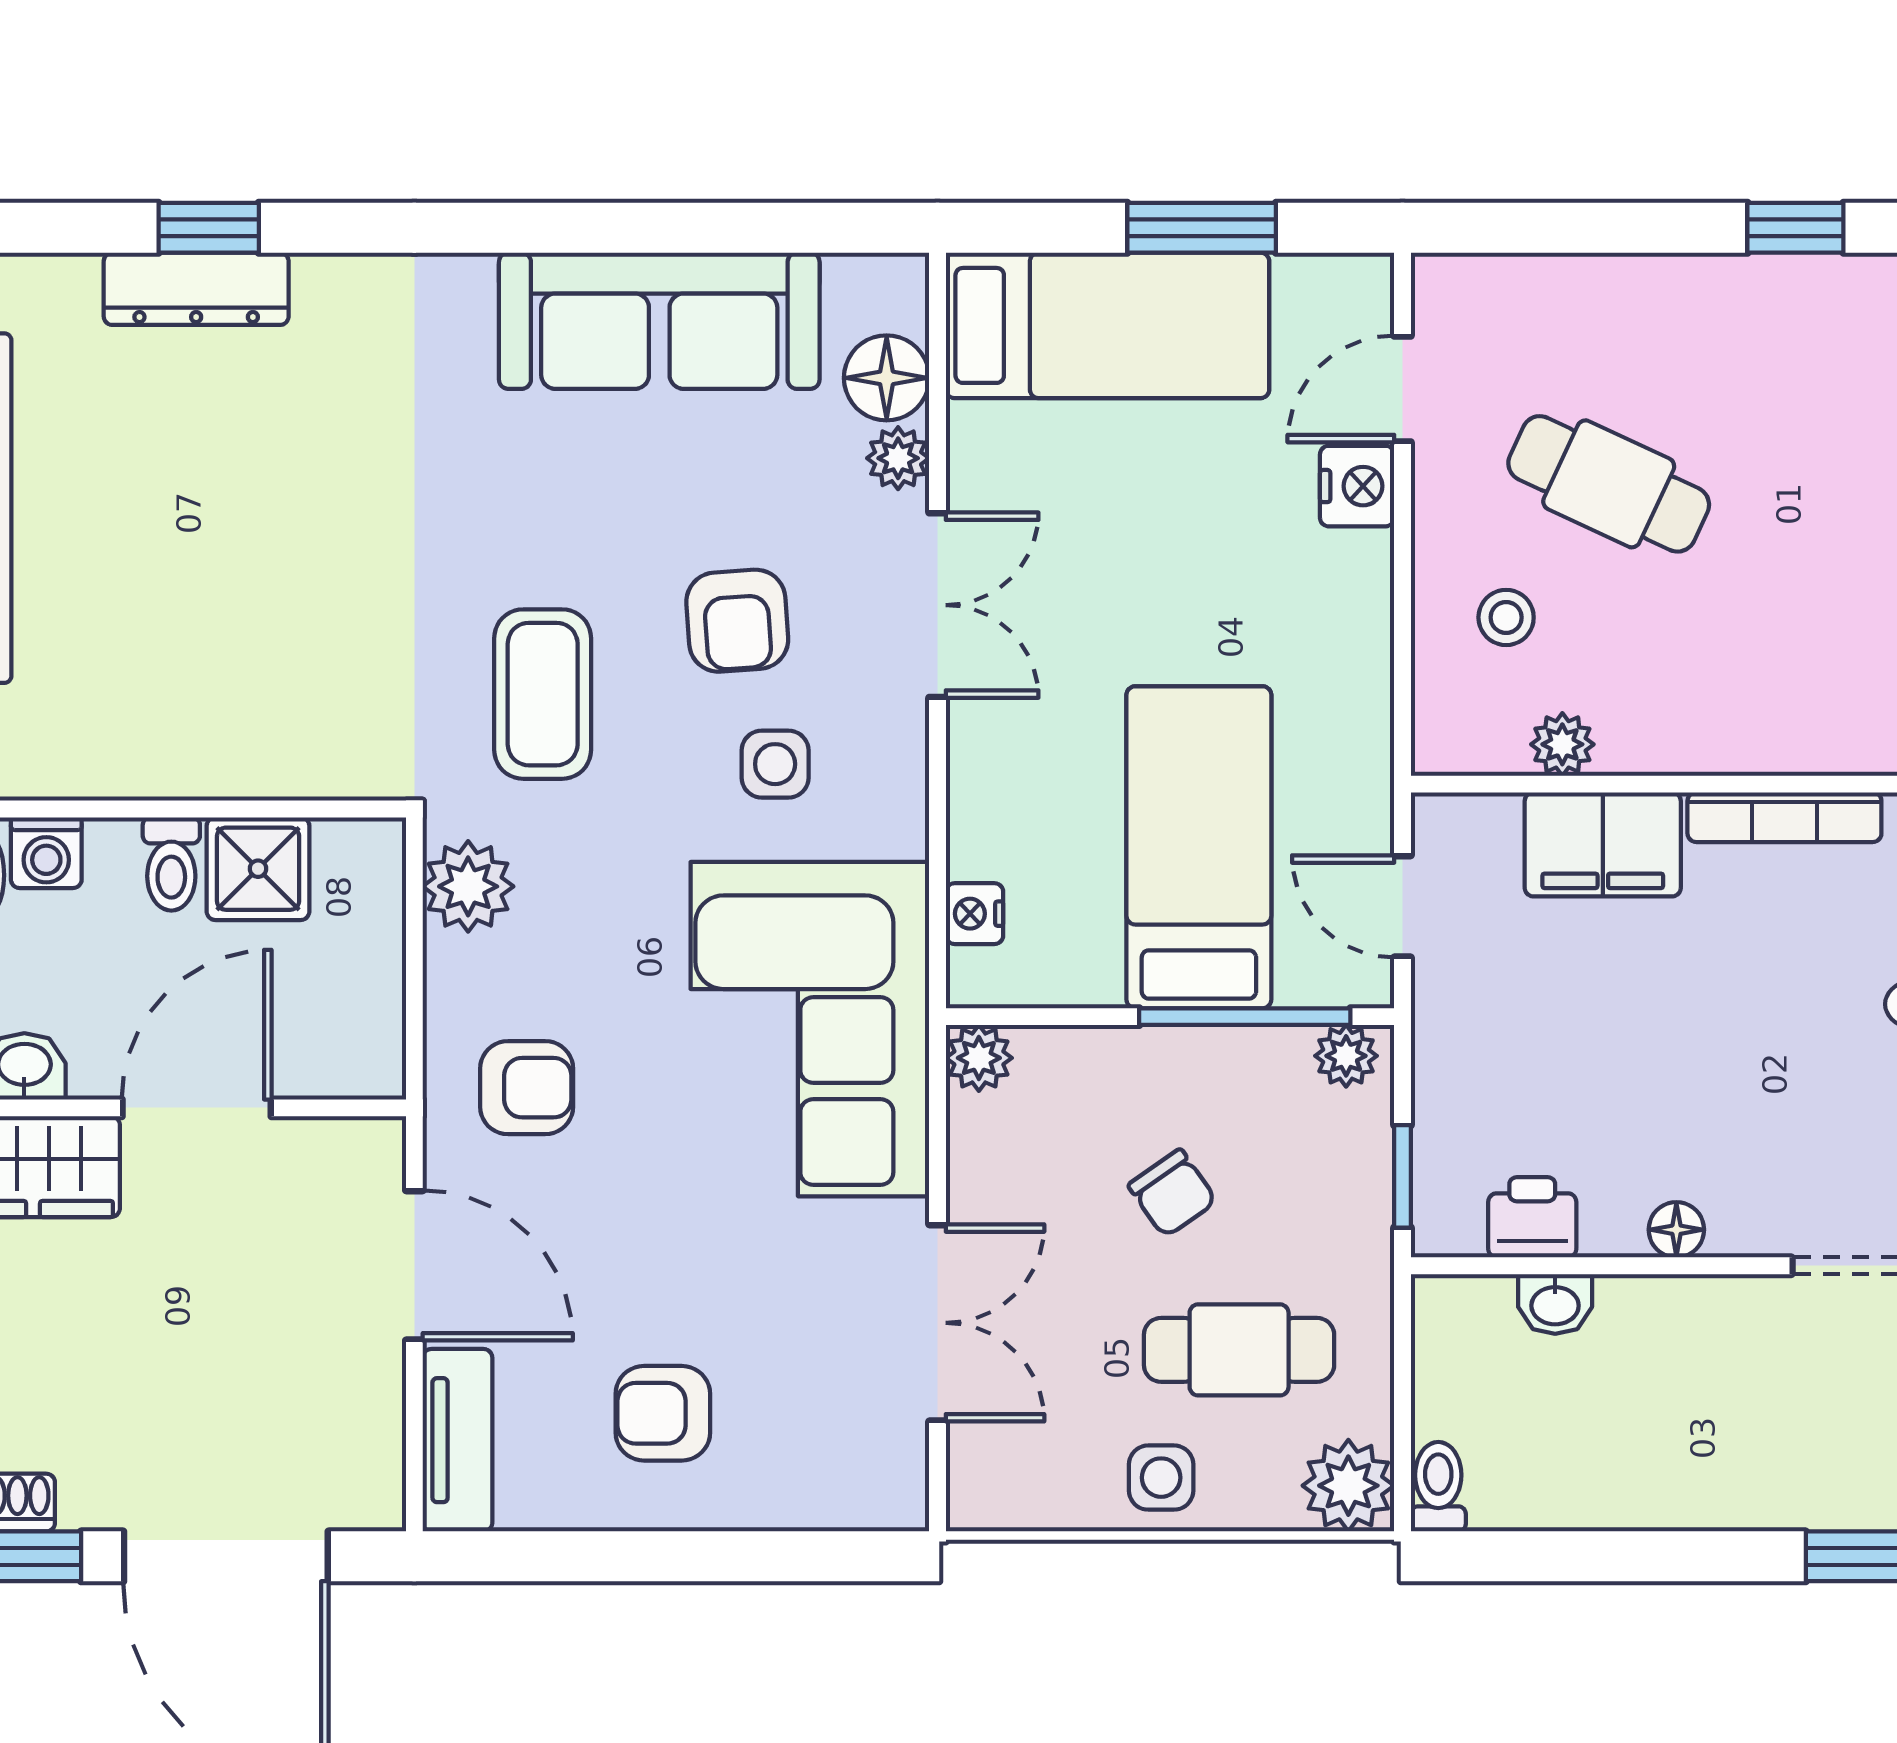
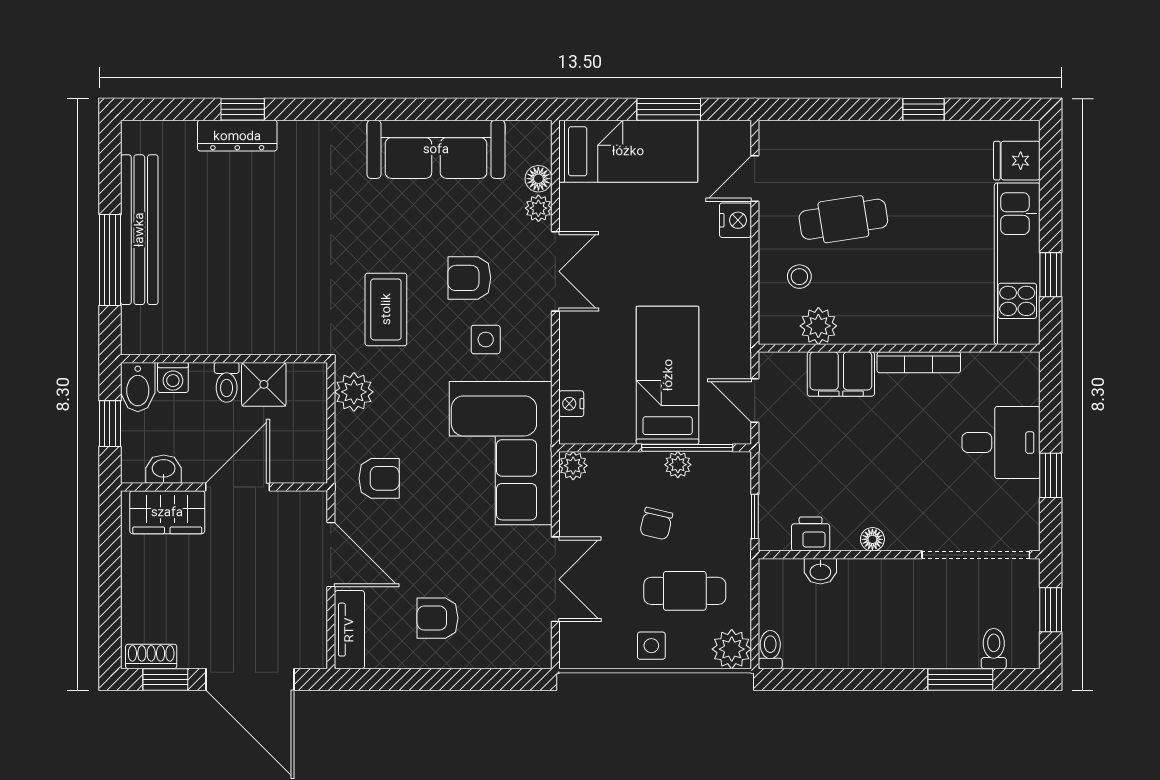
floor lamp: (887, 378) -> (538, 179), width x0.73, depth x0.73
cafe table: (1609, 484) -> (843, 219), turned -34
armchair: (737, 621) -> (469, 278), turned 94
plant: (1562, 744) -> (818, 326), width x1.38, depth x1.38
plant: (1346, 1056) -> (678, 465), moved
chair: (1172, 1193) -> (656, 524), turned 48

